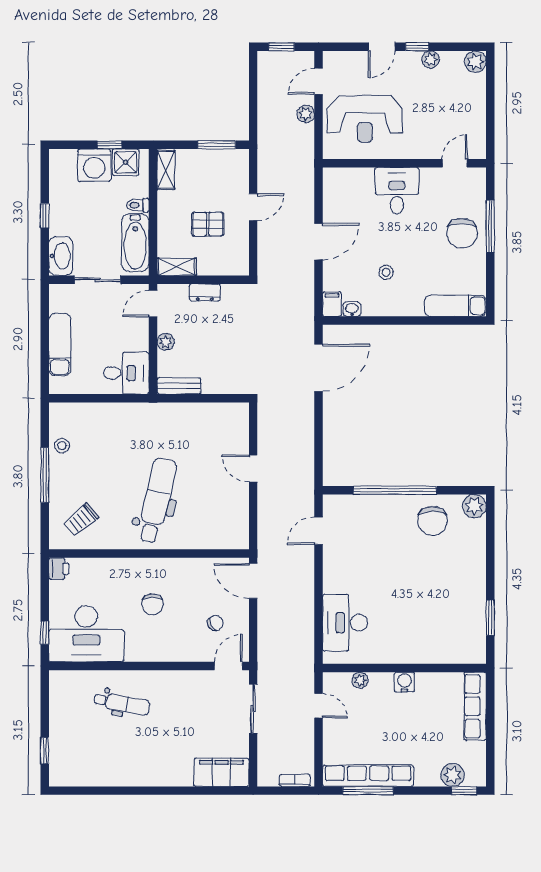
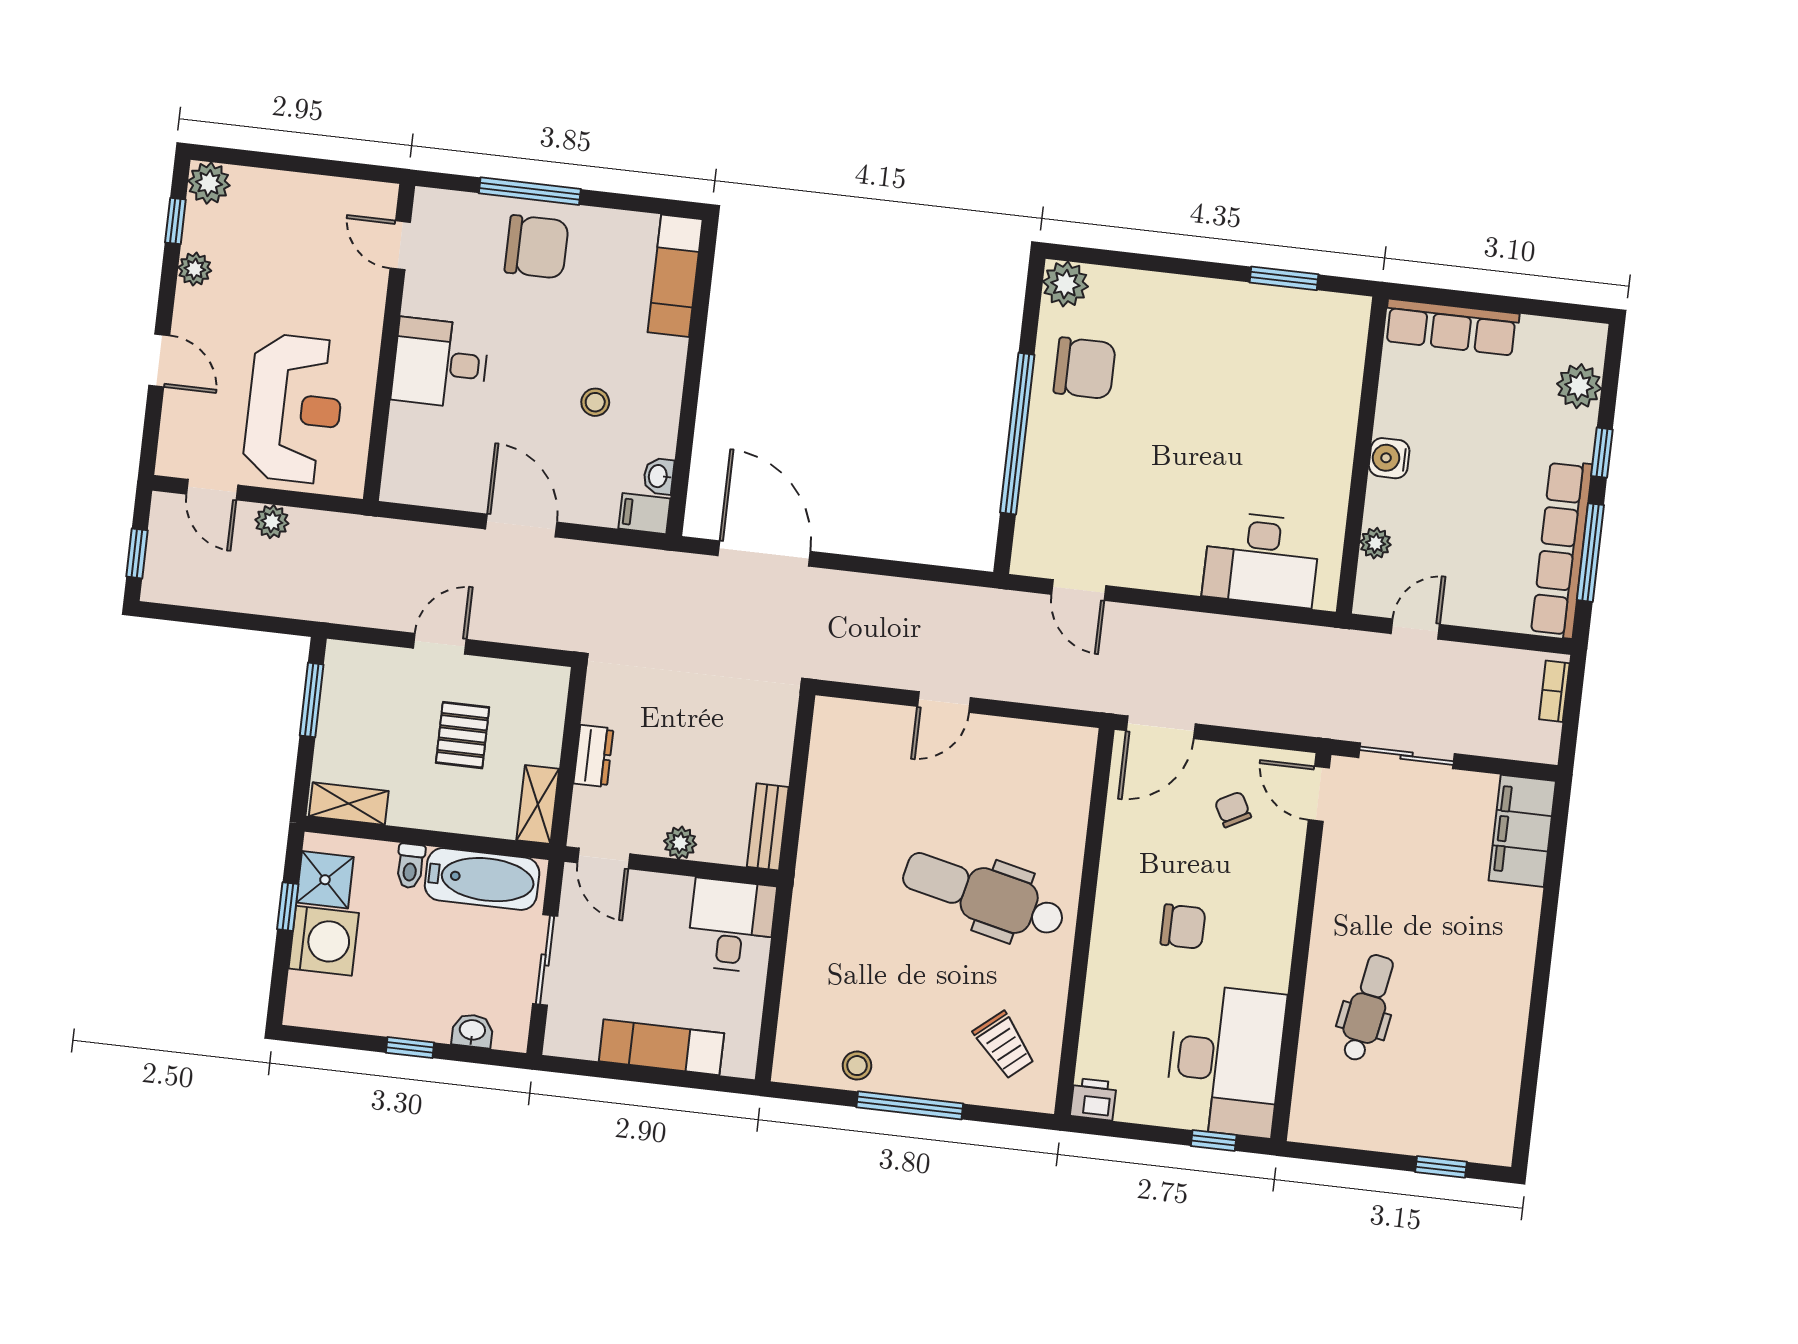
window: (417, 47) -> (175, 221), moved
door: (253, 207) -> (440, 644), hinge flipped
washbasin: (61, 256) -> (472, 1031), width x0.52, depth x0.69
window: (464, 791) -> (1602, 453), moved

